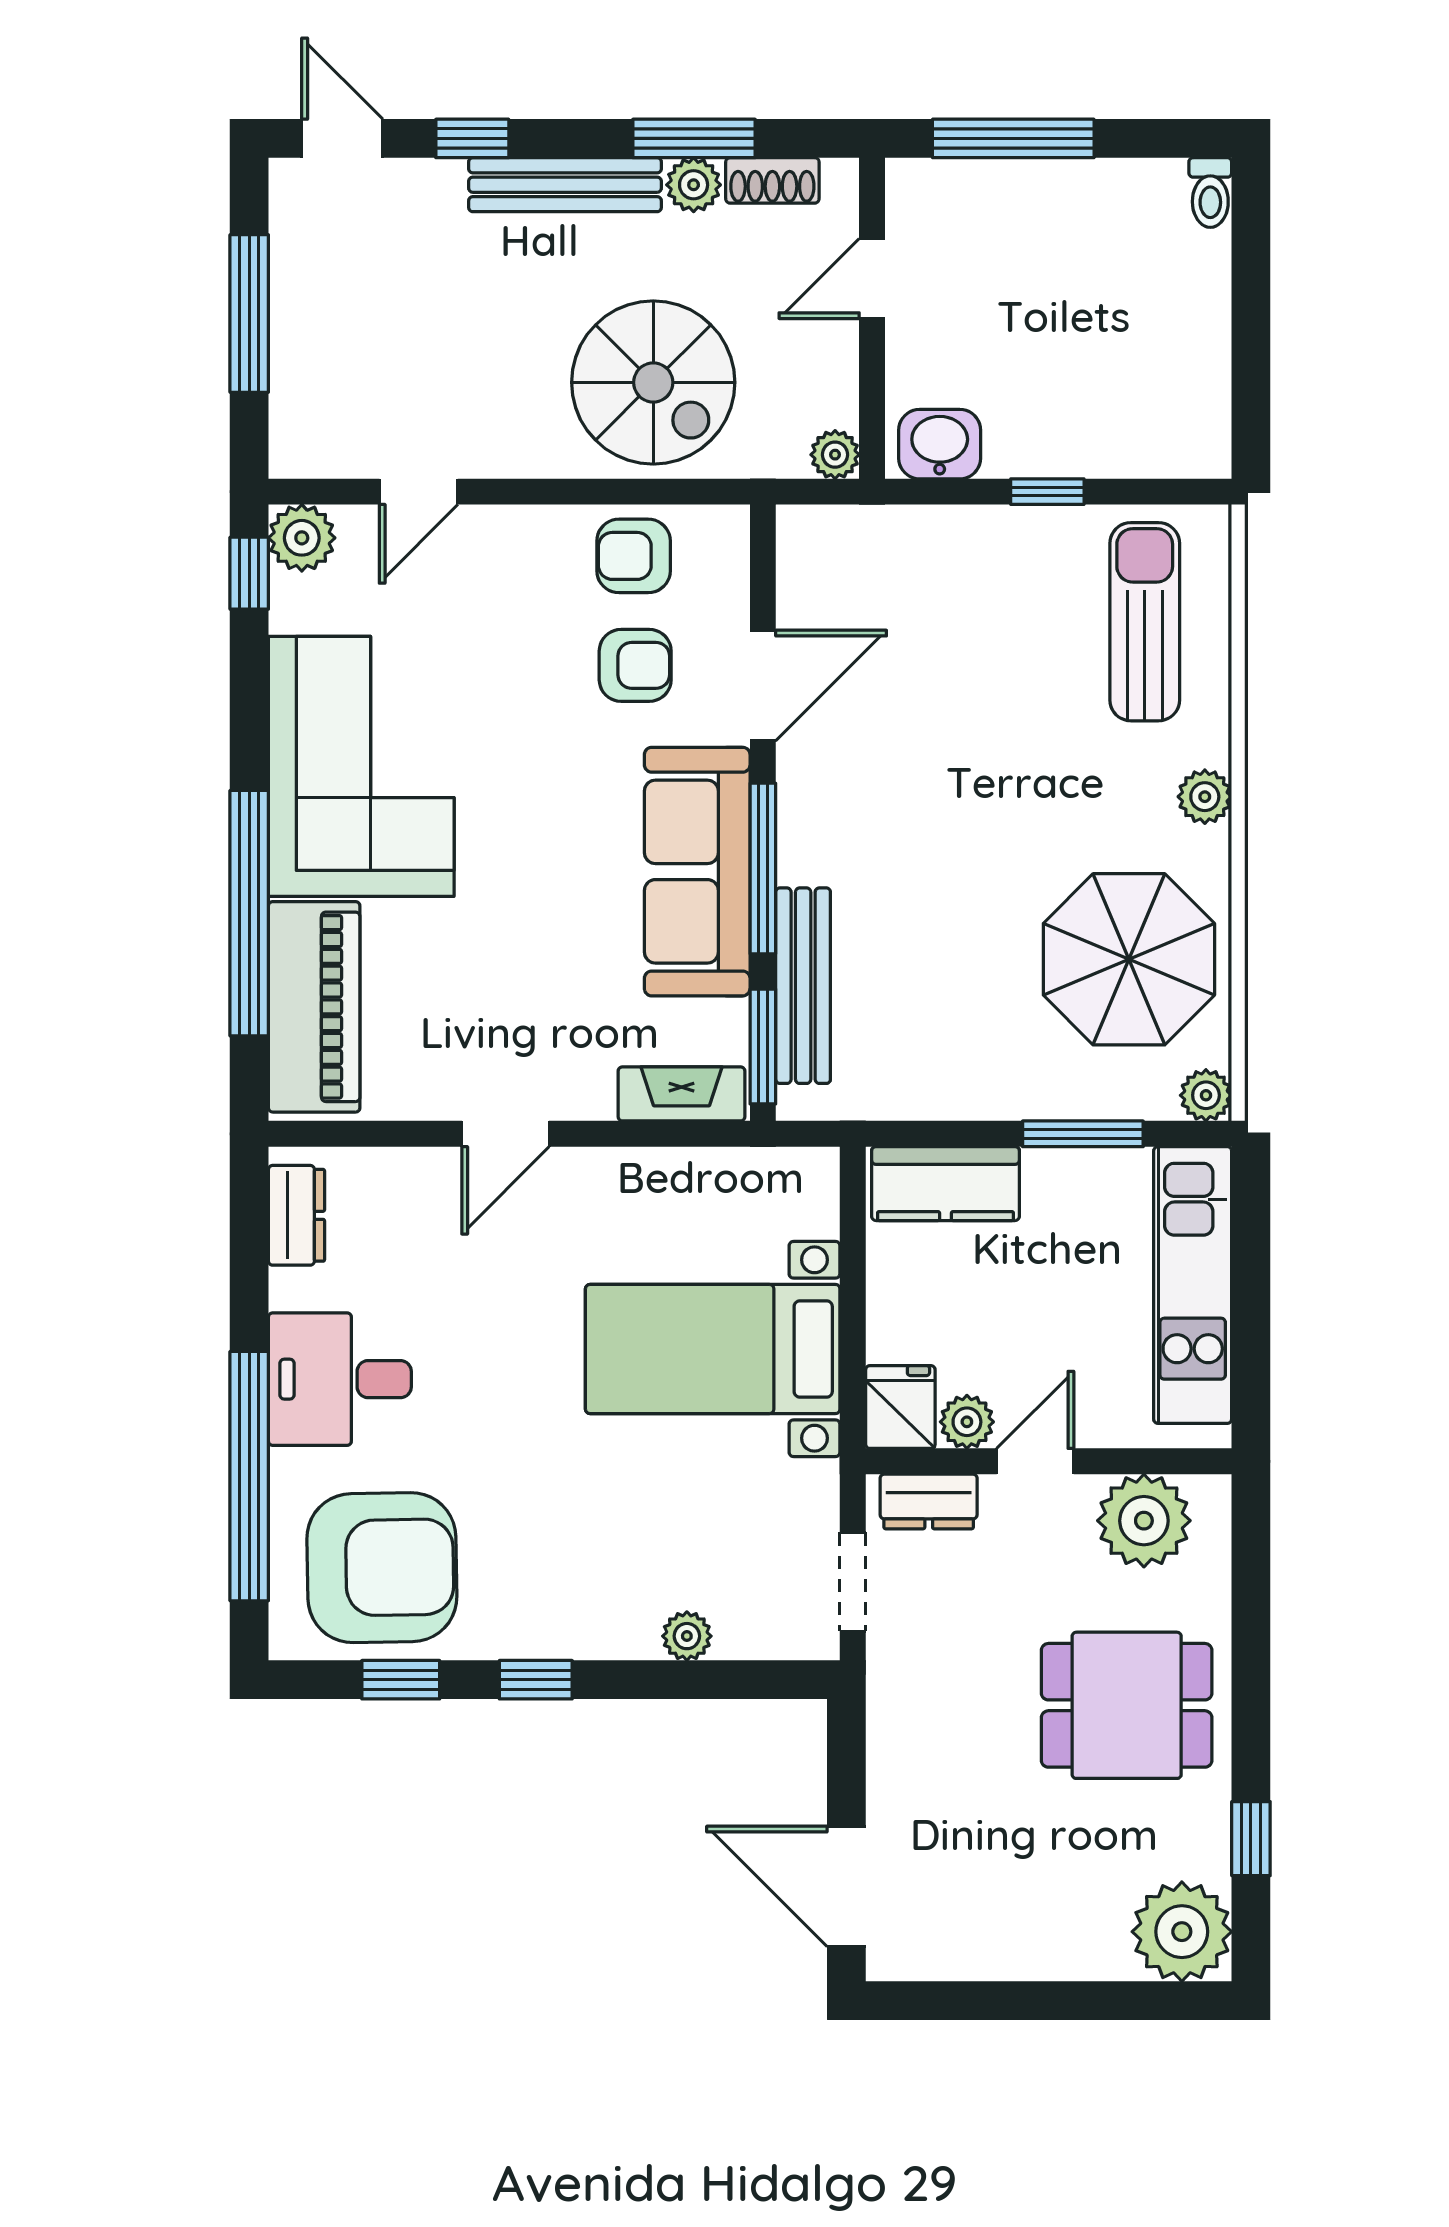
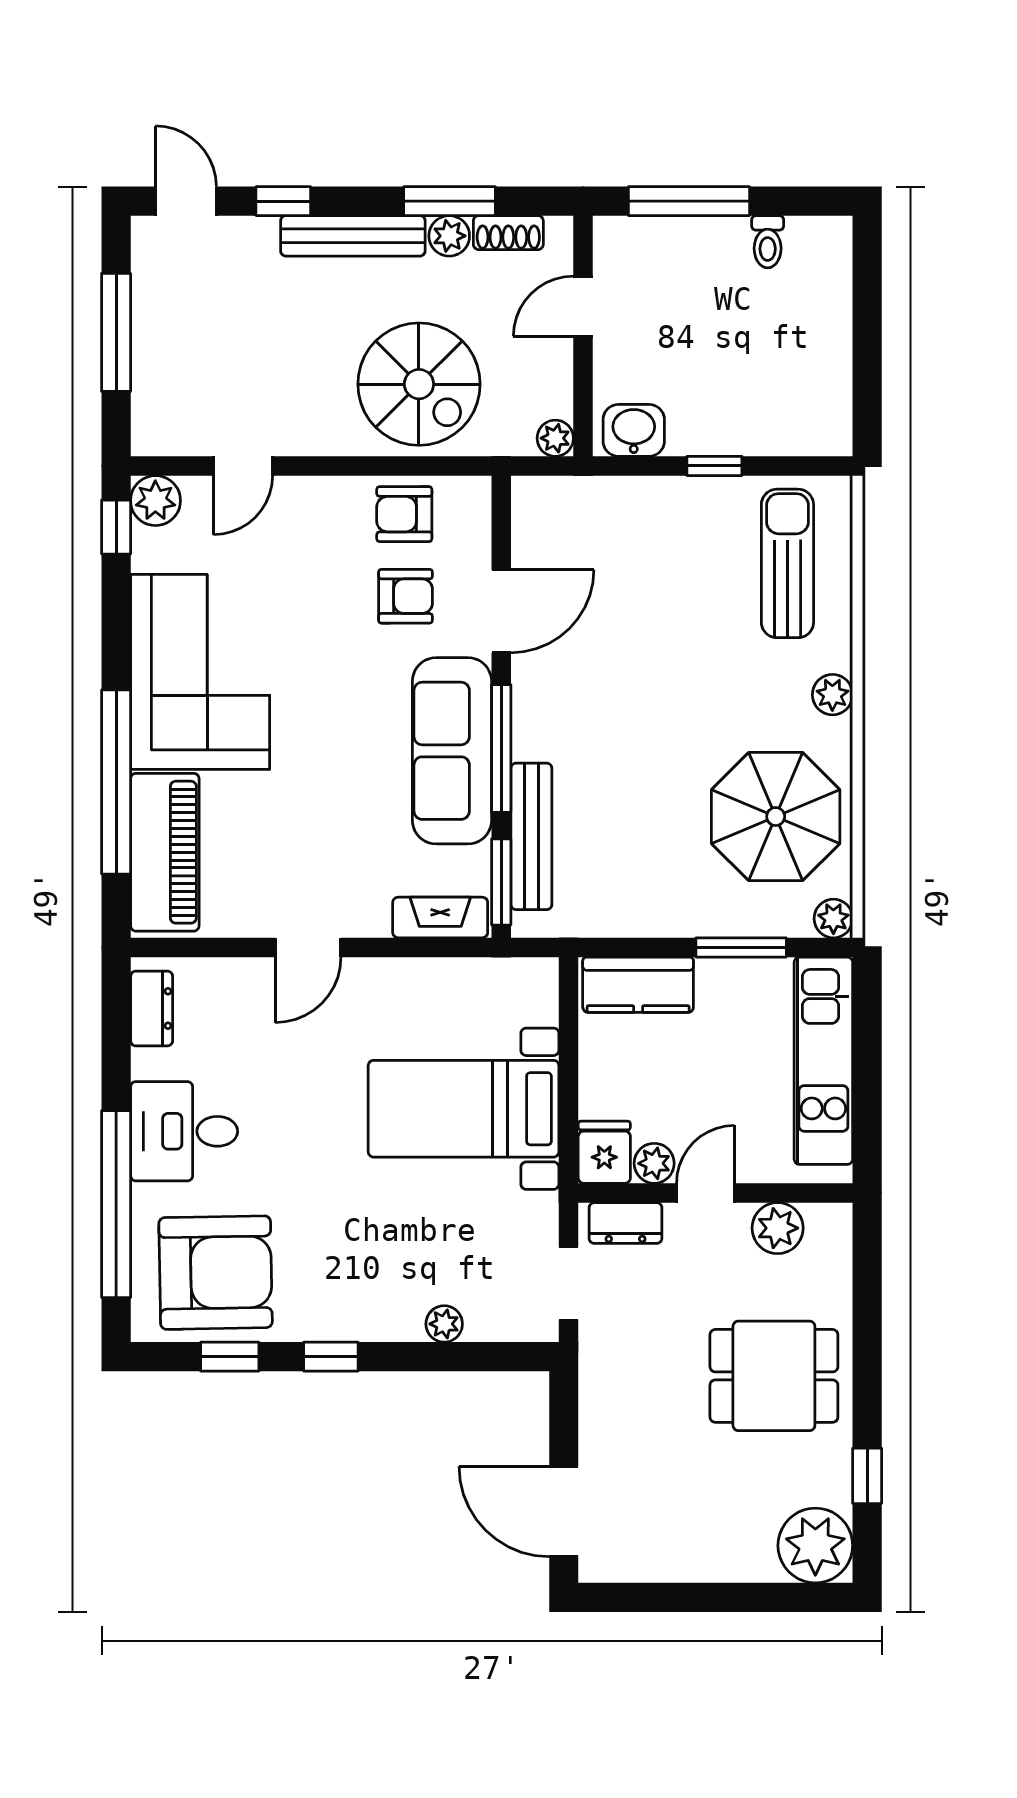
toilet: (1210, 193) -> (768, 242), moved
plant: (1144, 1521) -> (778, 1228), width x0.73, depth x0.73

